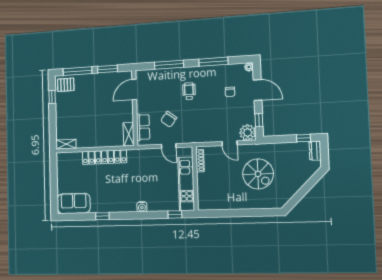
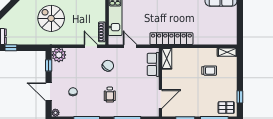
chair: (169, 119) -> (108, 66), moved
trolley: (84, 123) -> (209, 71), added
door: (230, 143) -> (91, 46), moved
locker: (104, 157) -> (171, 39), moved

